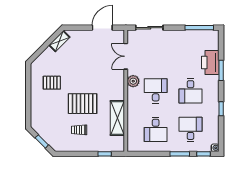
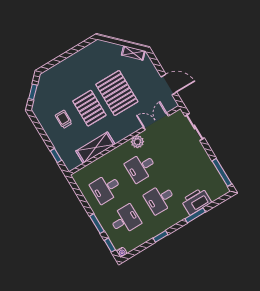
pallet: (52, 83) -> (117, 93), moved, width x2.05, depth x2.00
desk: (156, 91) -> (141, 167), turned 180

